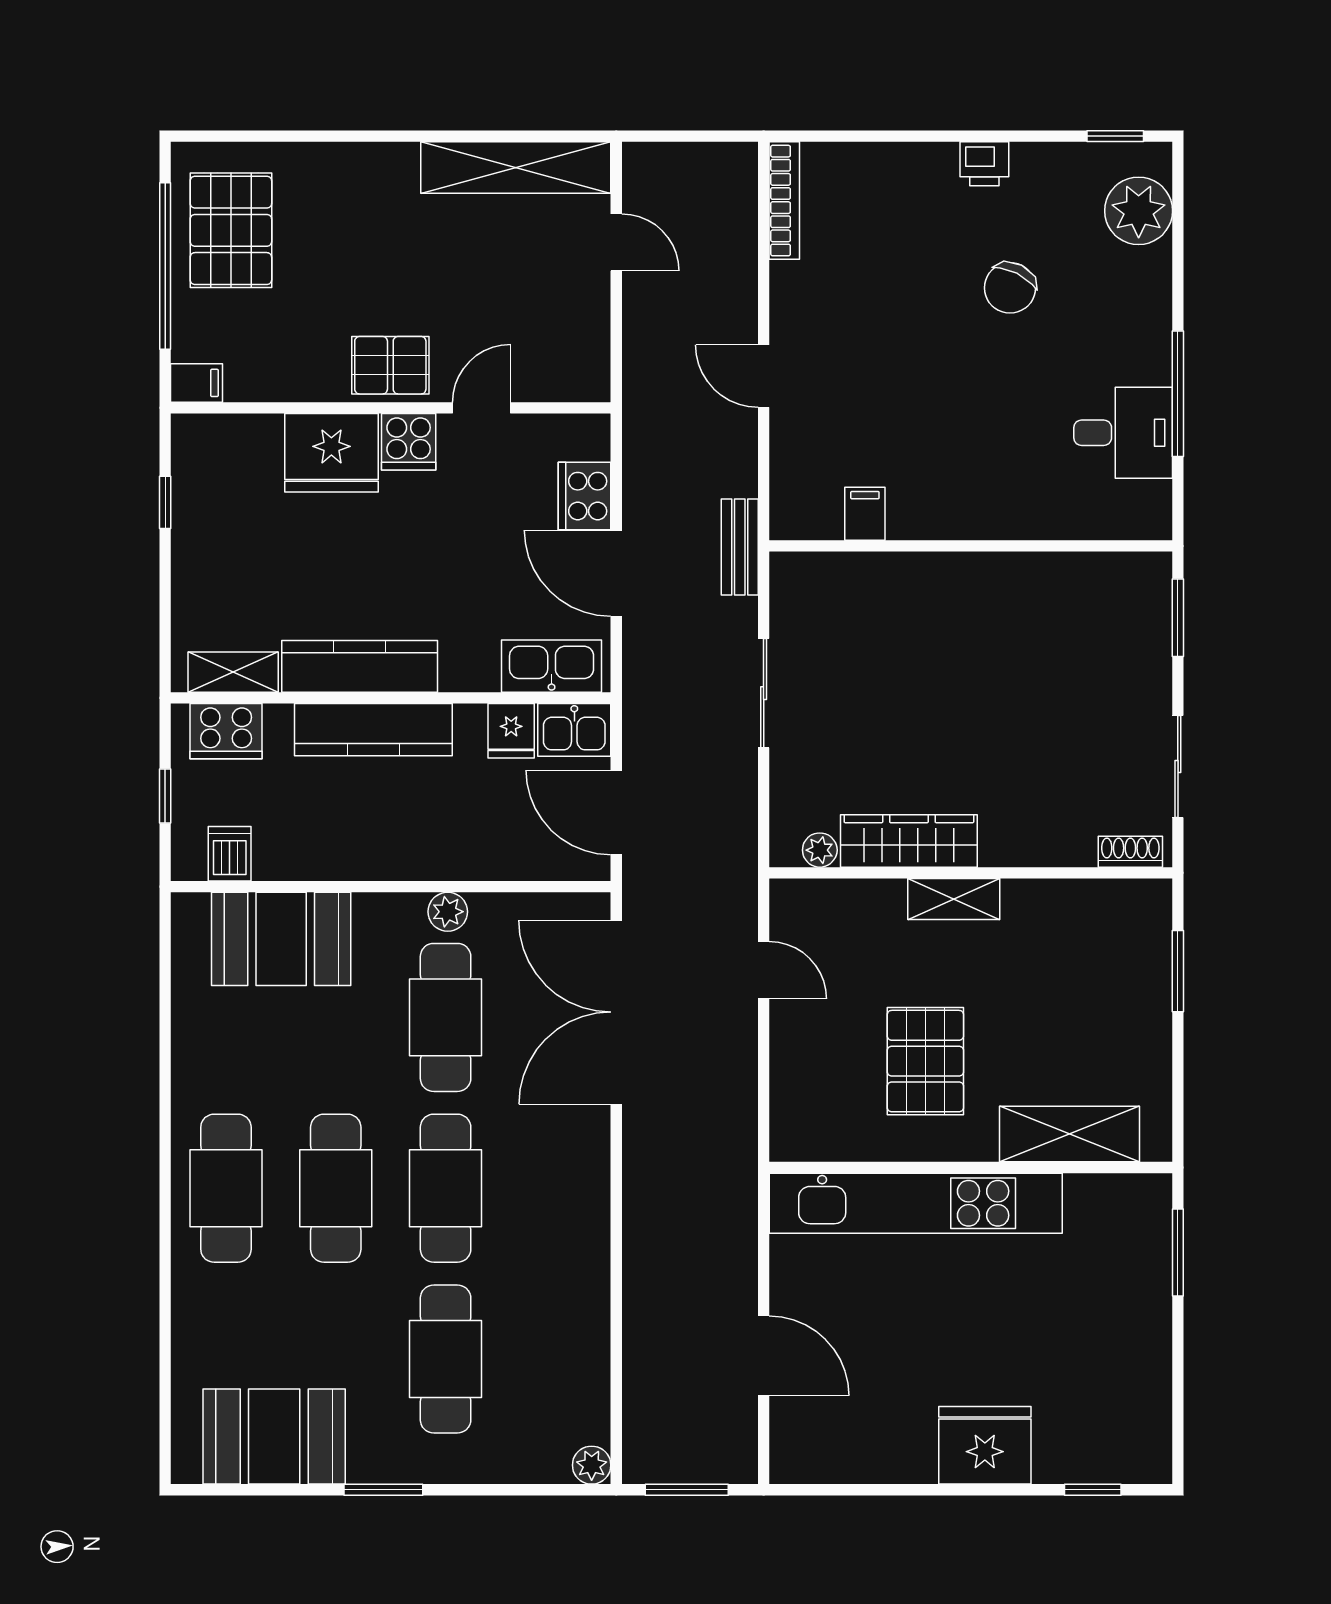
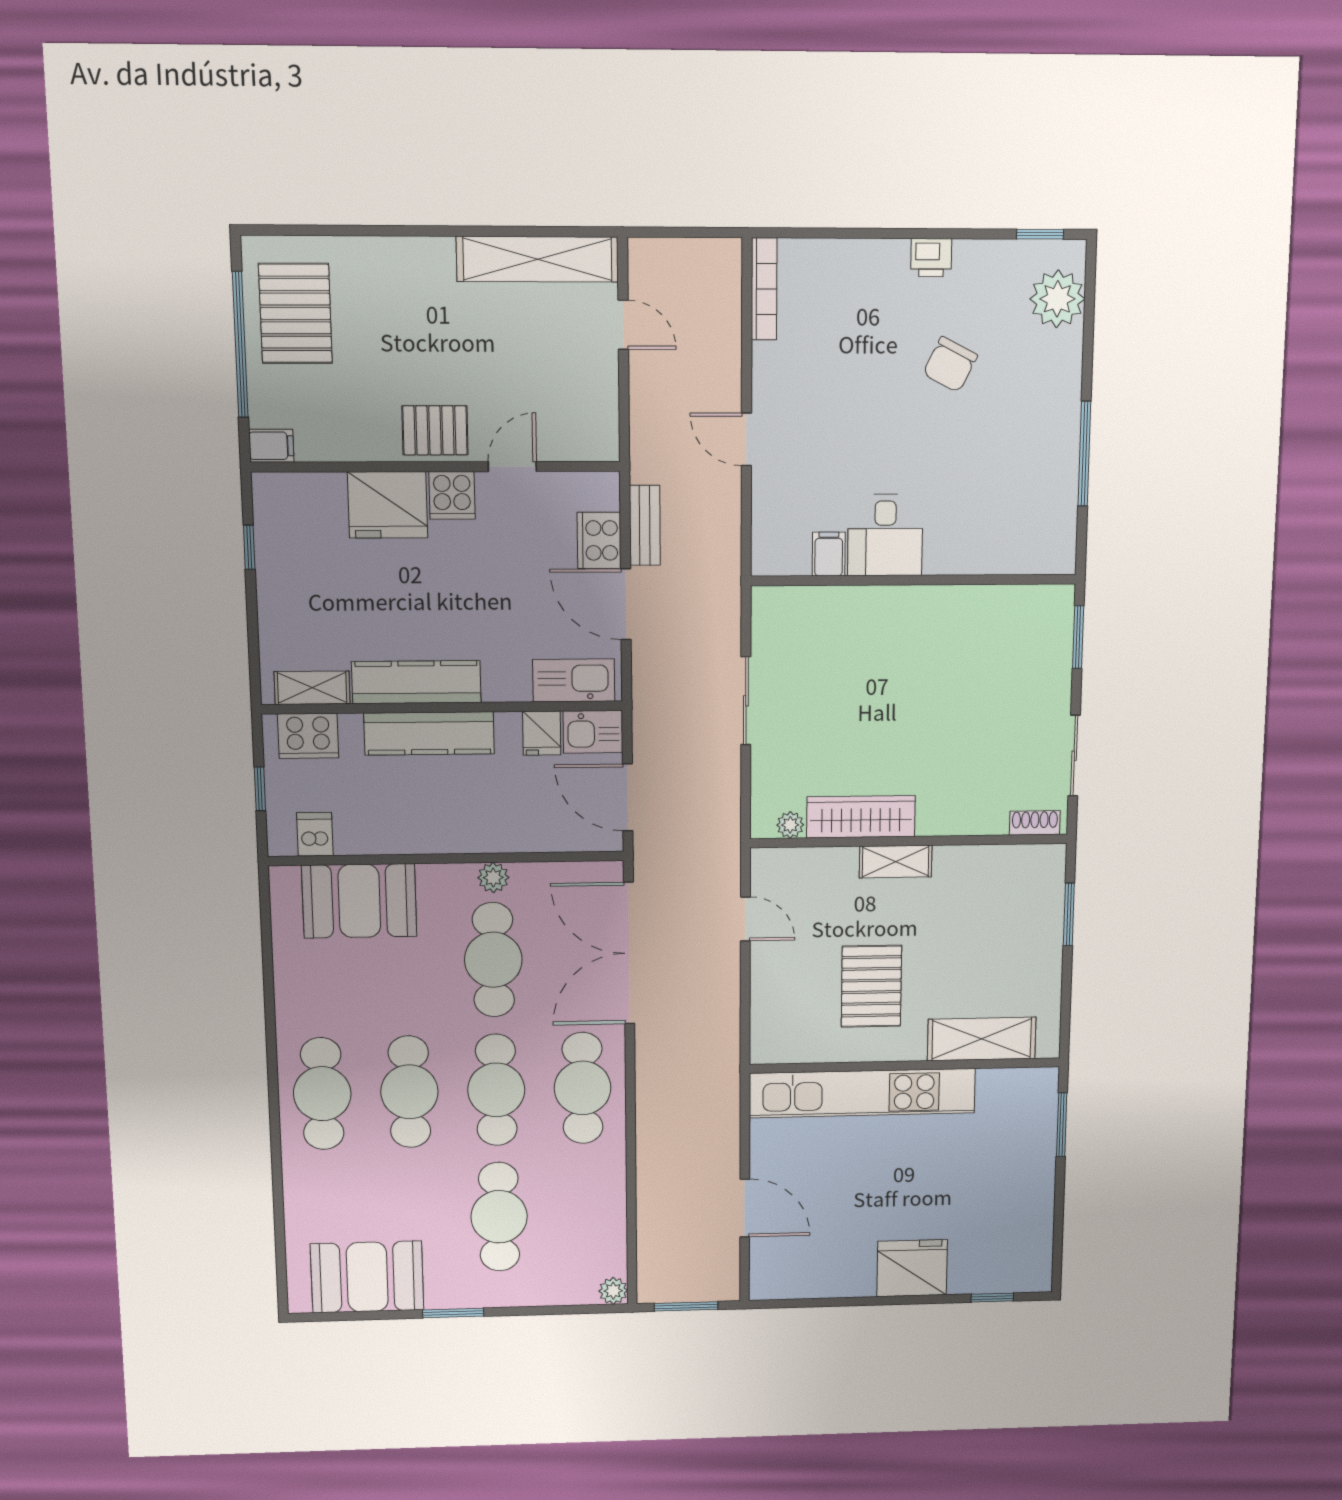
desk: (1123, 433) -> (885, 535), moved, turned 90
bench: (740, 547) -> (645, 525), moved
cafe table: (555, 1188) -> (583, 1088), added

